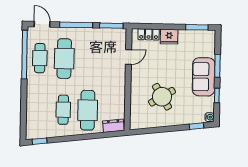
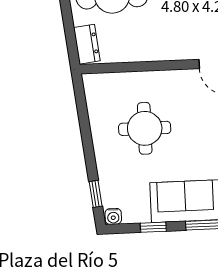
round table: (162, 97) -> (145, 128), turned 31

